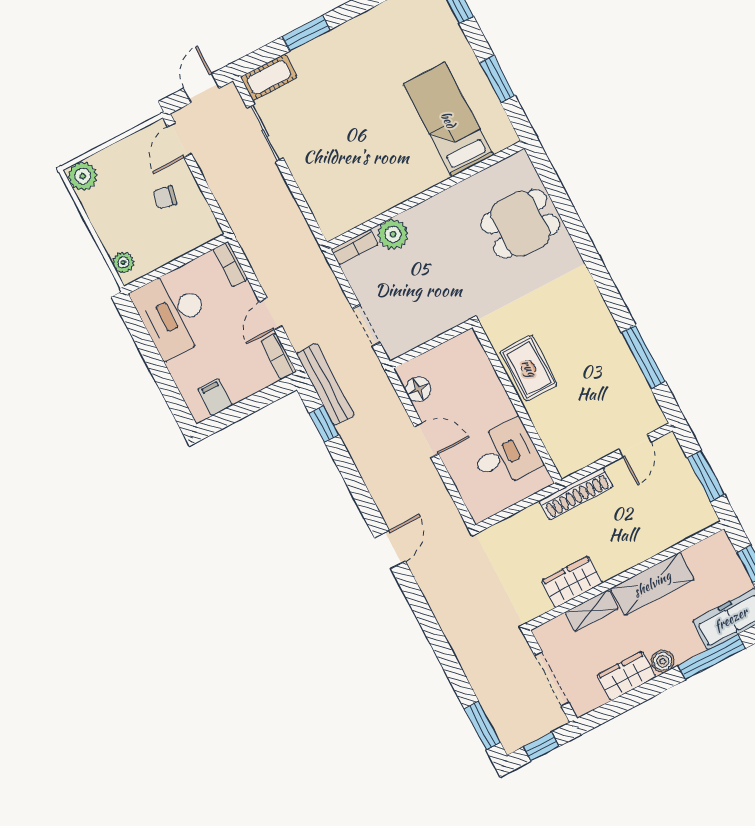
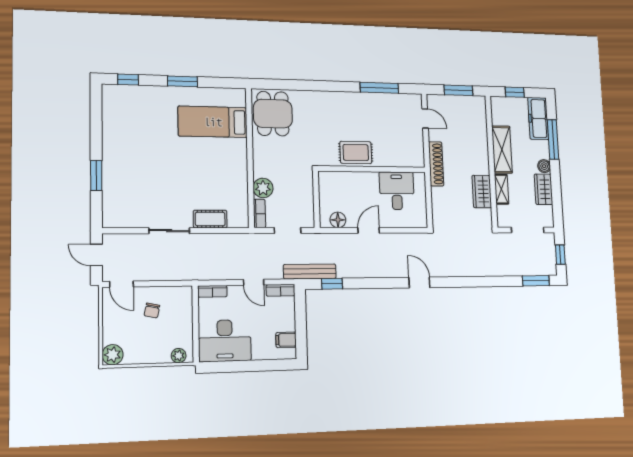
cot: (269, 77) -> (210, 219), moved, turned 90
bed: (448, 120) -> (213, 122), moved
sliding door: (265, 133) -> (169, 231), moved
wall: (426, 195) -> (250, 158), moved
plant: (393, 234) -> (263, 188), moved
bookcase: (355, 247) -> (259, 214), moved

